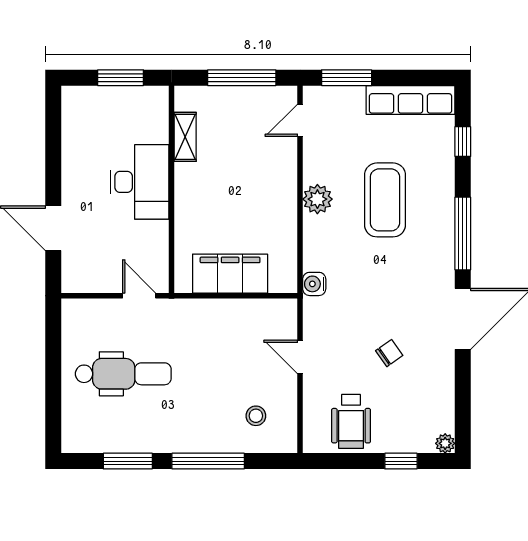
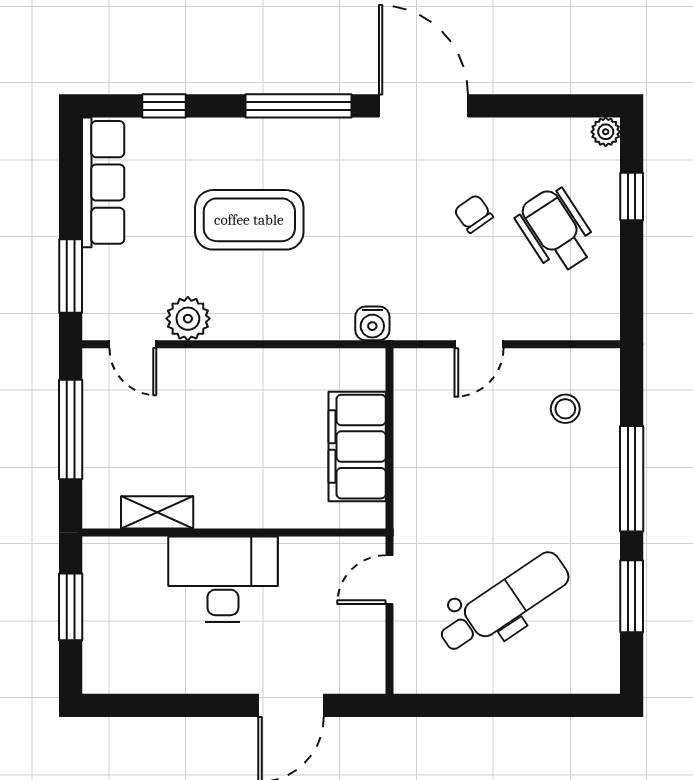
plant: (317, 199) -> (188, 319), moved
dental chair: (123, 374) -> (504, 603), turned 56
wheelchair: (351, 421) -> (556, 230), moved, turned -123

